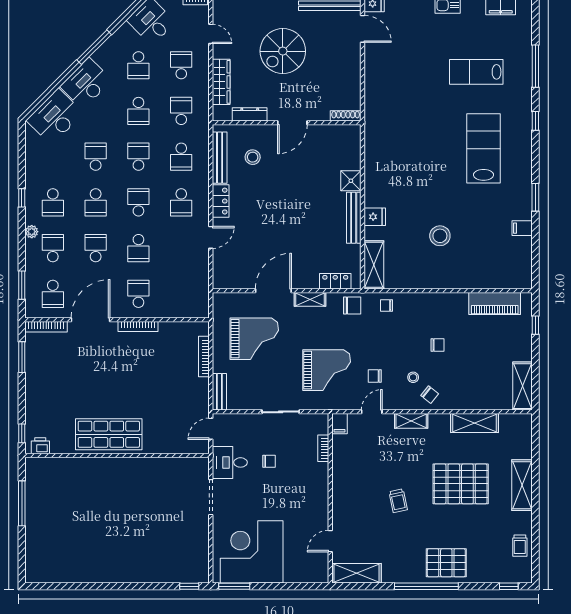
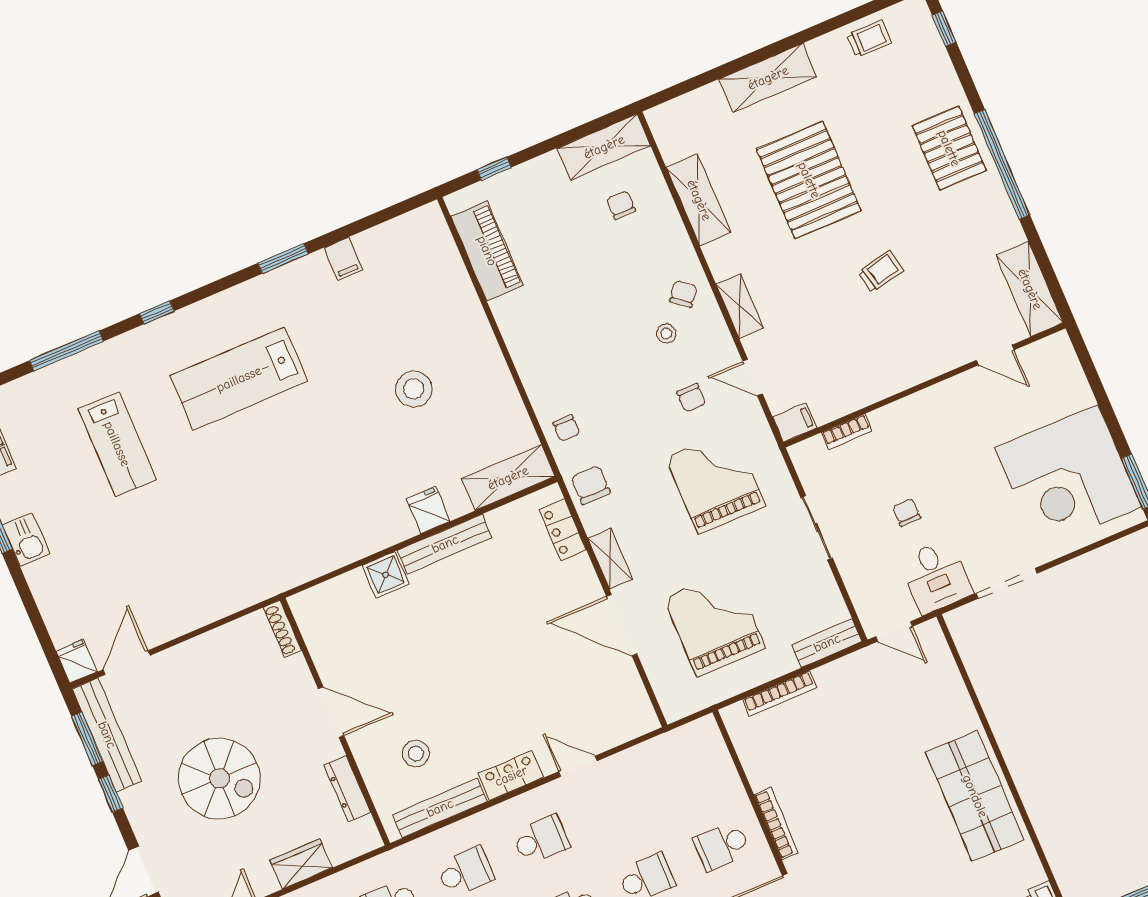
wardrobe: (221, 82) -> (301, 864), width x0.67
chair: (437, 345) -> (621, 205), moved

